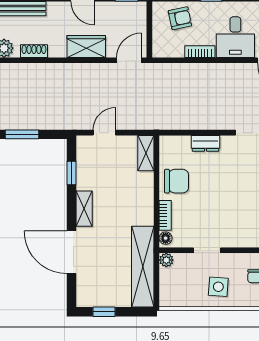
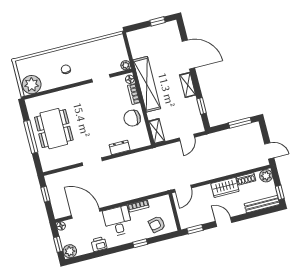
wardrobe: (86, 47) -> (225, 187), moved
shelving: (143, 267) -> (147, 84), moved
side table: (218, 287) -> (88, 56), removed

